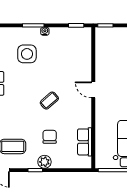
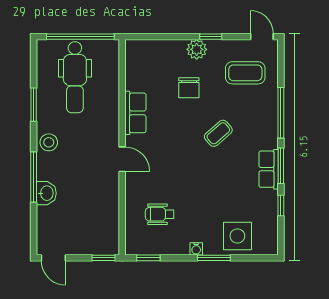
side table: (27, 54) -> (237, 236), moved
wheelchair: (69, 54) -> (160, 214), added
coffee table: (49, 101) -> (218, 133), moved
row of seats: (85, 142) -> (135, 113), moved

